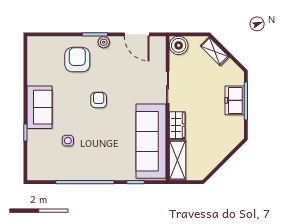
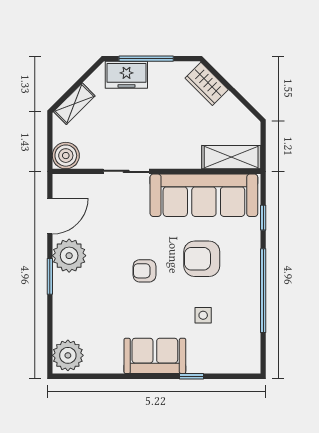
plant: (104, 42) -> (69, 256), width x1.88, depth x1.88
plant: (40, 47) -> (68, 355), added
armchair: (77, 60) -> (202, 259), moved
freezer: (235, 100) -> (126, 75), moved
wardrobe: (177, 125) -> (207, 84), moved, turned -135

